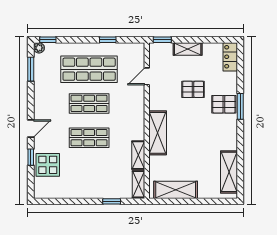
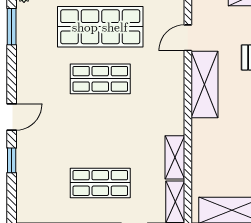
shelving: (158, 133) -> (204, 85), moved
shop shelf: (89, 138) -> (100, 183), moved
display table: (48, 165) -> (37, 172), removed

